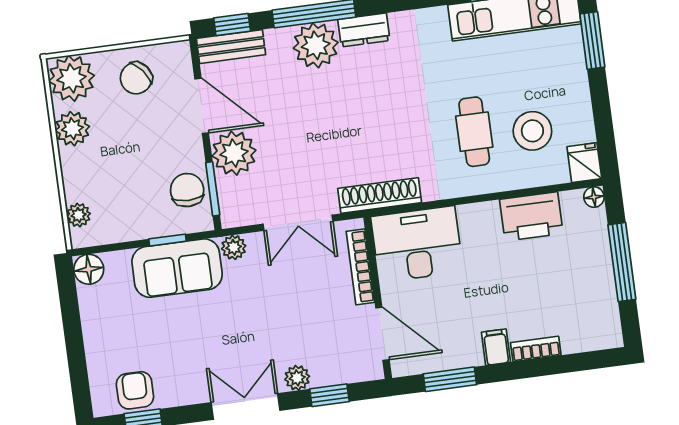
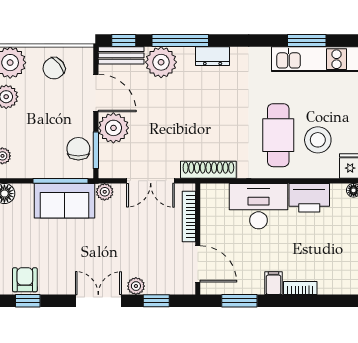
plant: (316, 45) -> (161, 62), moved
cafe table: (474, 132) -> (278, 135), width x1.37, depth x1.35
window: (167, 240) -> (60, 181), width x2.17
desk: (417, 244) -> (259, 206), moved

